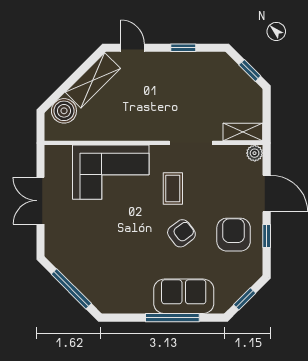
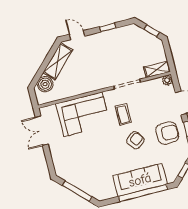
double door: (41, 201) -> (42, 131), moved
armchair: (234, 235) -> (167, 133), turned 90
sofa: (184, 296) -> (140, 180), width x1.36
window: (172, 318) -> (143, 193), width x1.46

